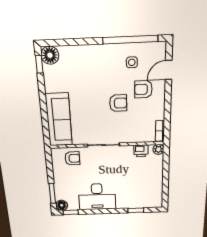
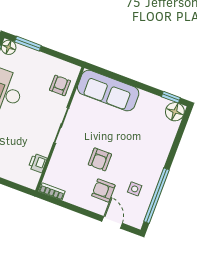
armchair: (143, 89) -> (103, 190), turned -90
plant: (158, 149) -> (32, 182), removed
armchair: (72, 158) -> (60, 85), turned 180

